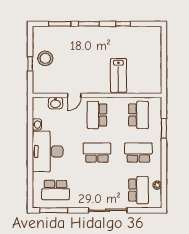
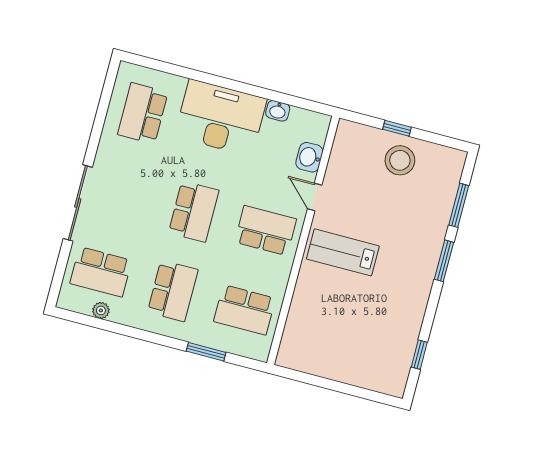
window: (123, 24) -> (419, 355), moved
lab bench: (118, 75) -> (343, 252), moved
window: (54, 210) -> (105, 100), removed

